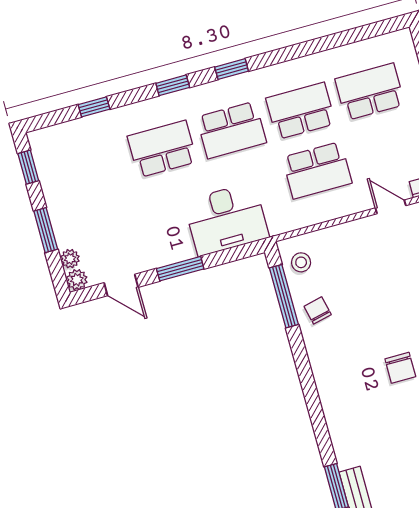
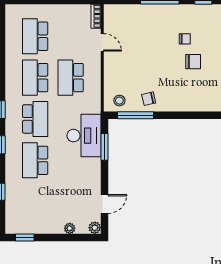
school desk: (317, 170) -> (71, 78), turned 180
door: (391, 207) -> (102, 42), swing flipped
window: (46, 230) -> (62, 237), removed
plant: (70, 259) -> (70, 228), moved
window: (180, 269) -> (104, 147), moved

